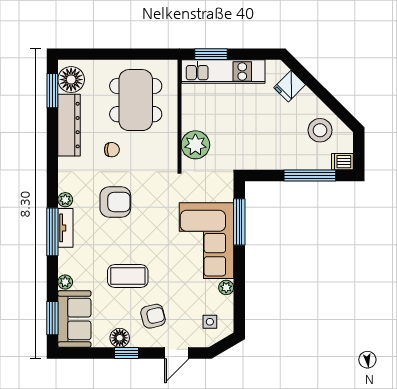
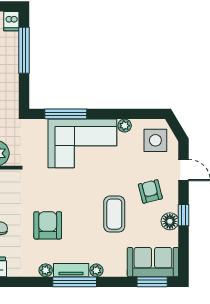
plant: (65, 282) -> (96, 270), moved
side table: (210, 322) -> (155, 140), width x1.87, depth x1.87

